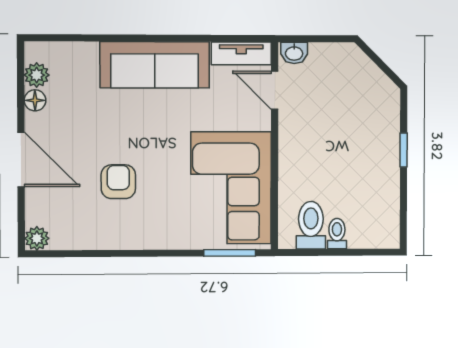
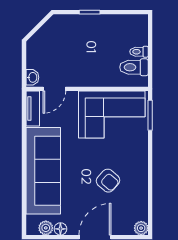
sofa: (155, 65) -> (43, 171), width x1.36, depth x1.27
armchair: (118, 182) -> (108, 181), turned -139

